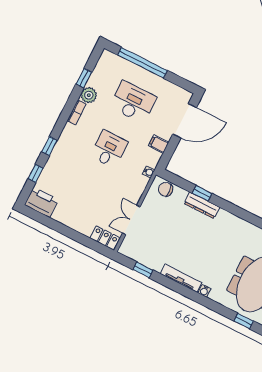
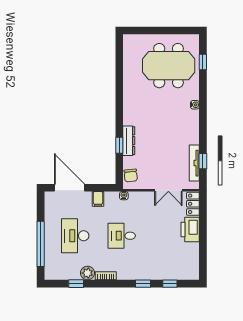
printer: (42, 202) -> (190, 230), moved
tv unit: (181, 278) -> (194, 163), moved

